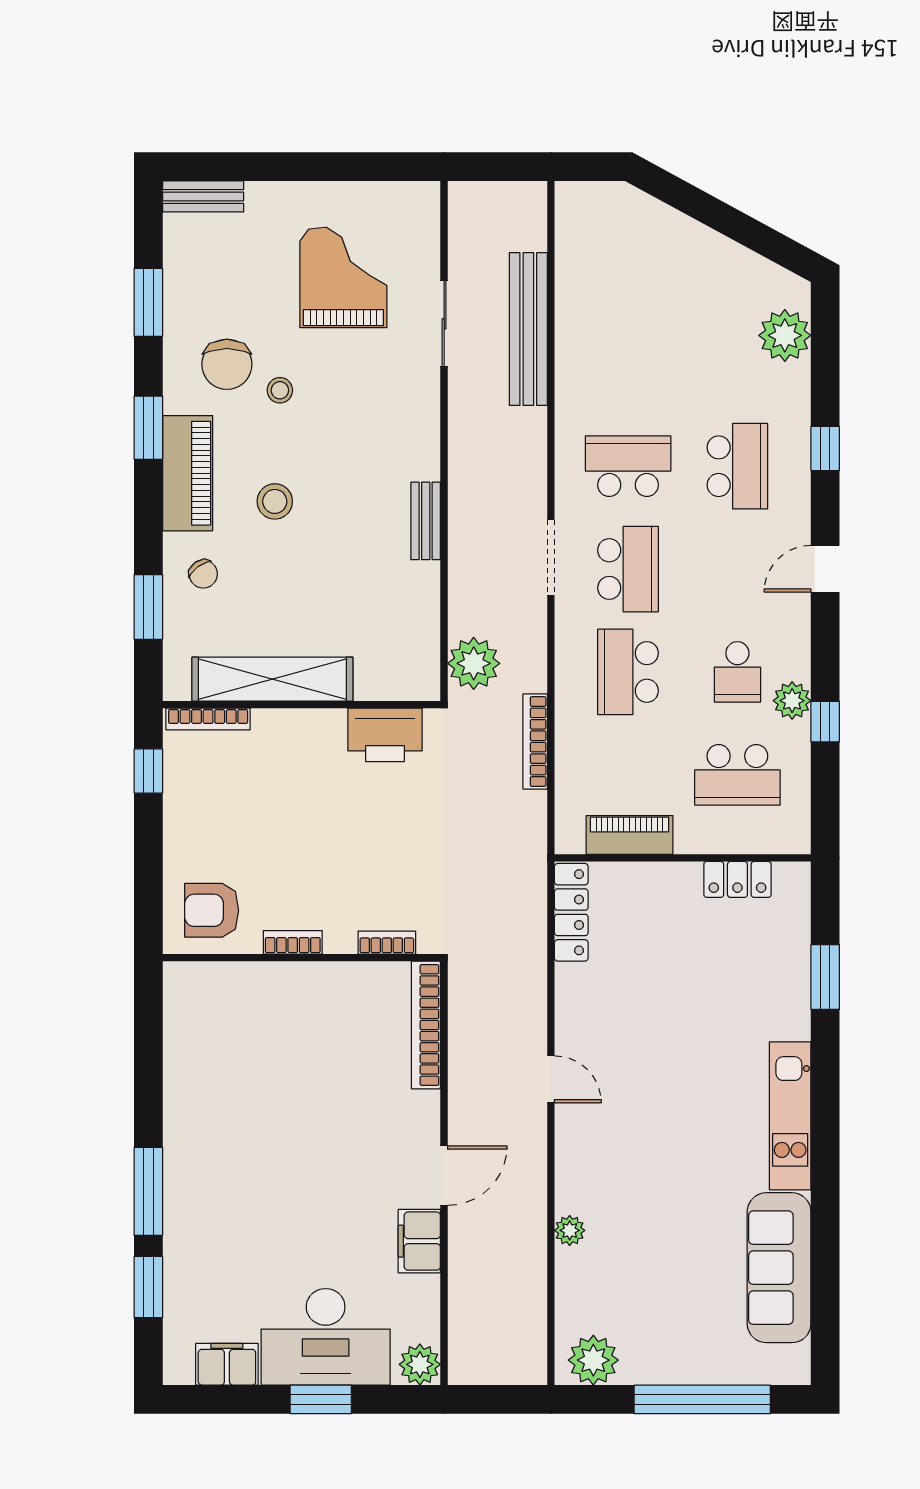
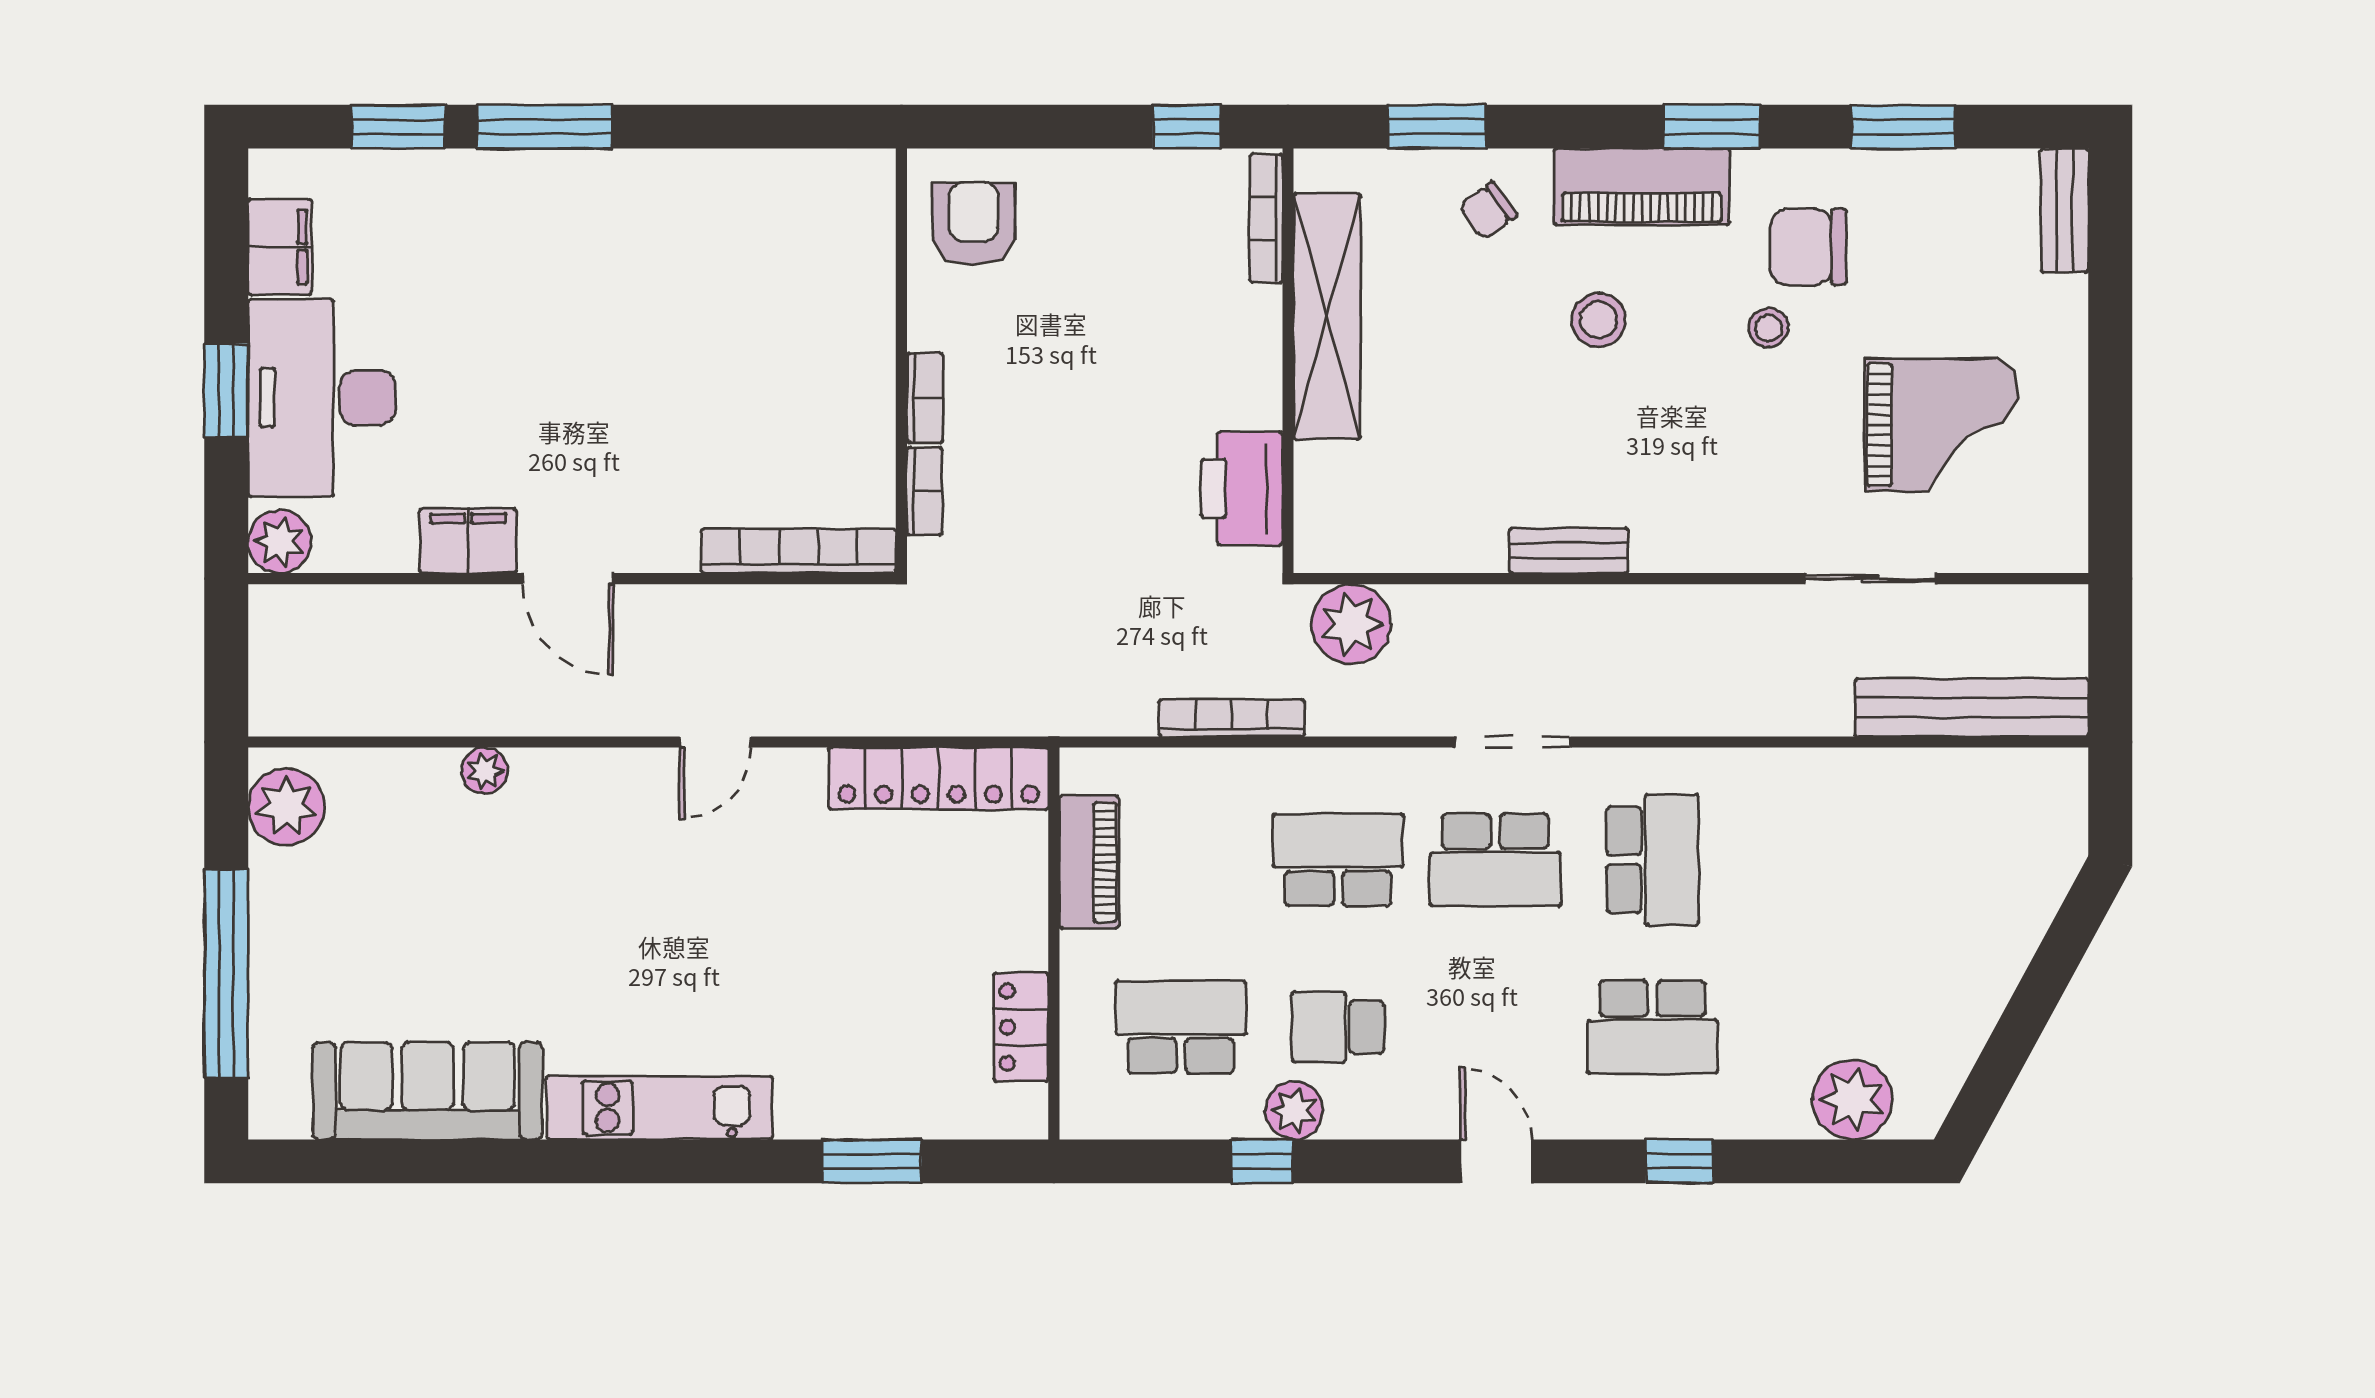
bench: (528, 329) -> (1972, 708), moved
school desk: (737, 775) -> (1181, 1027), turned 90
locker: (571, 912) -> (939, 779), width x1.41, depth x1.21
bookcase: (293, 942) -> (925, 398), moved

